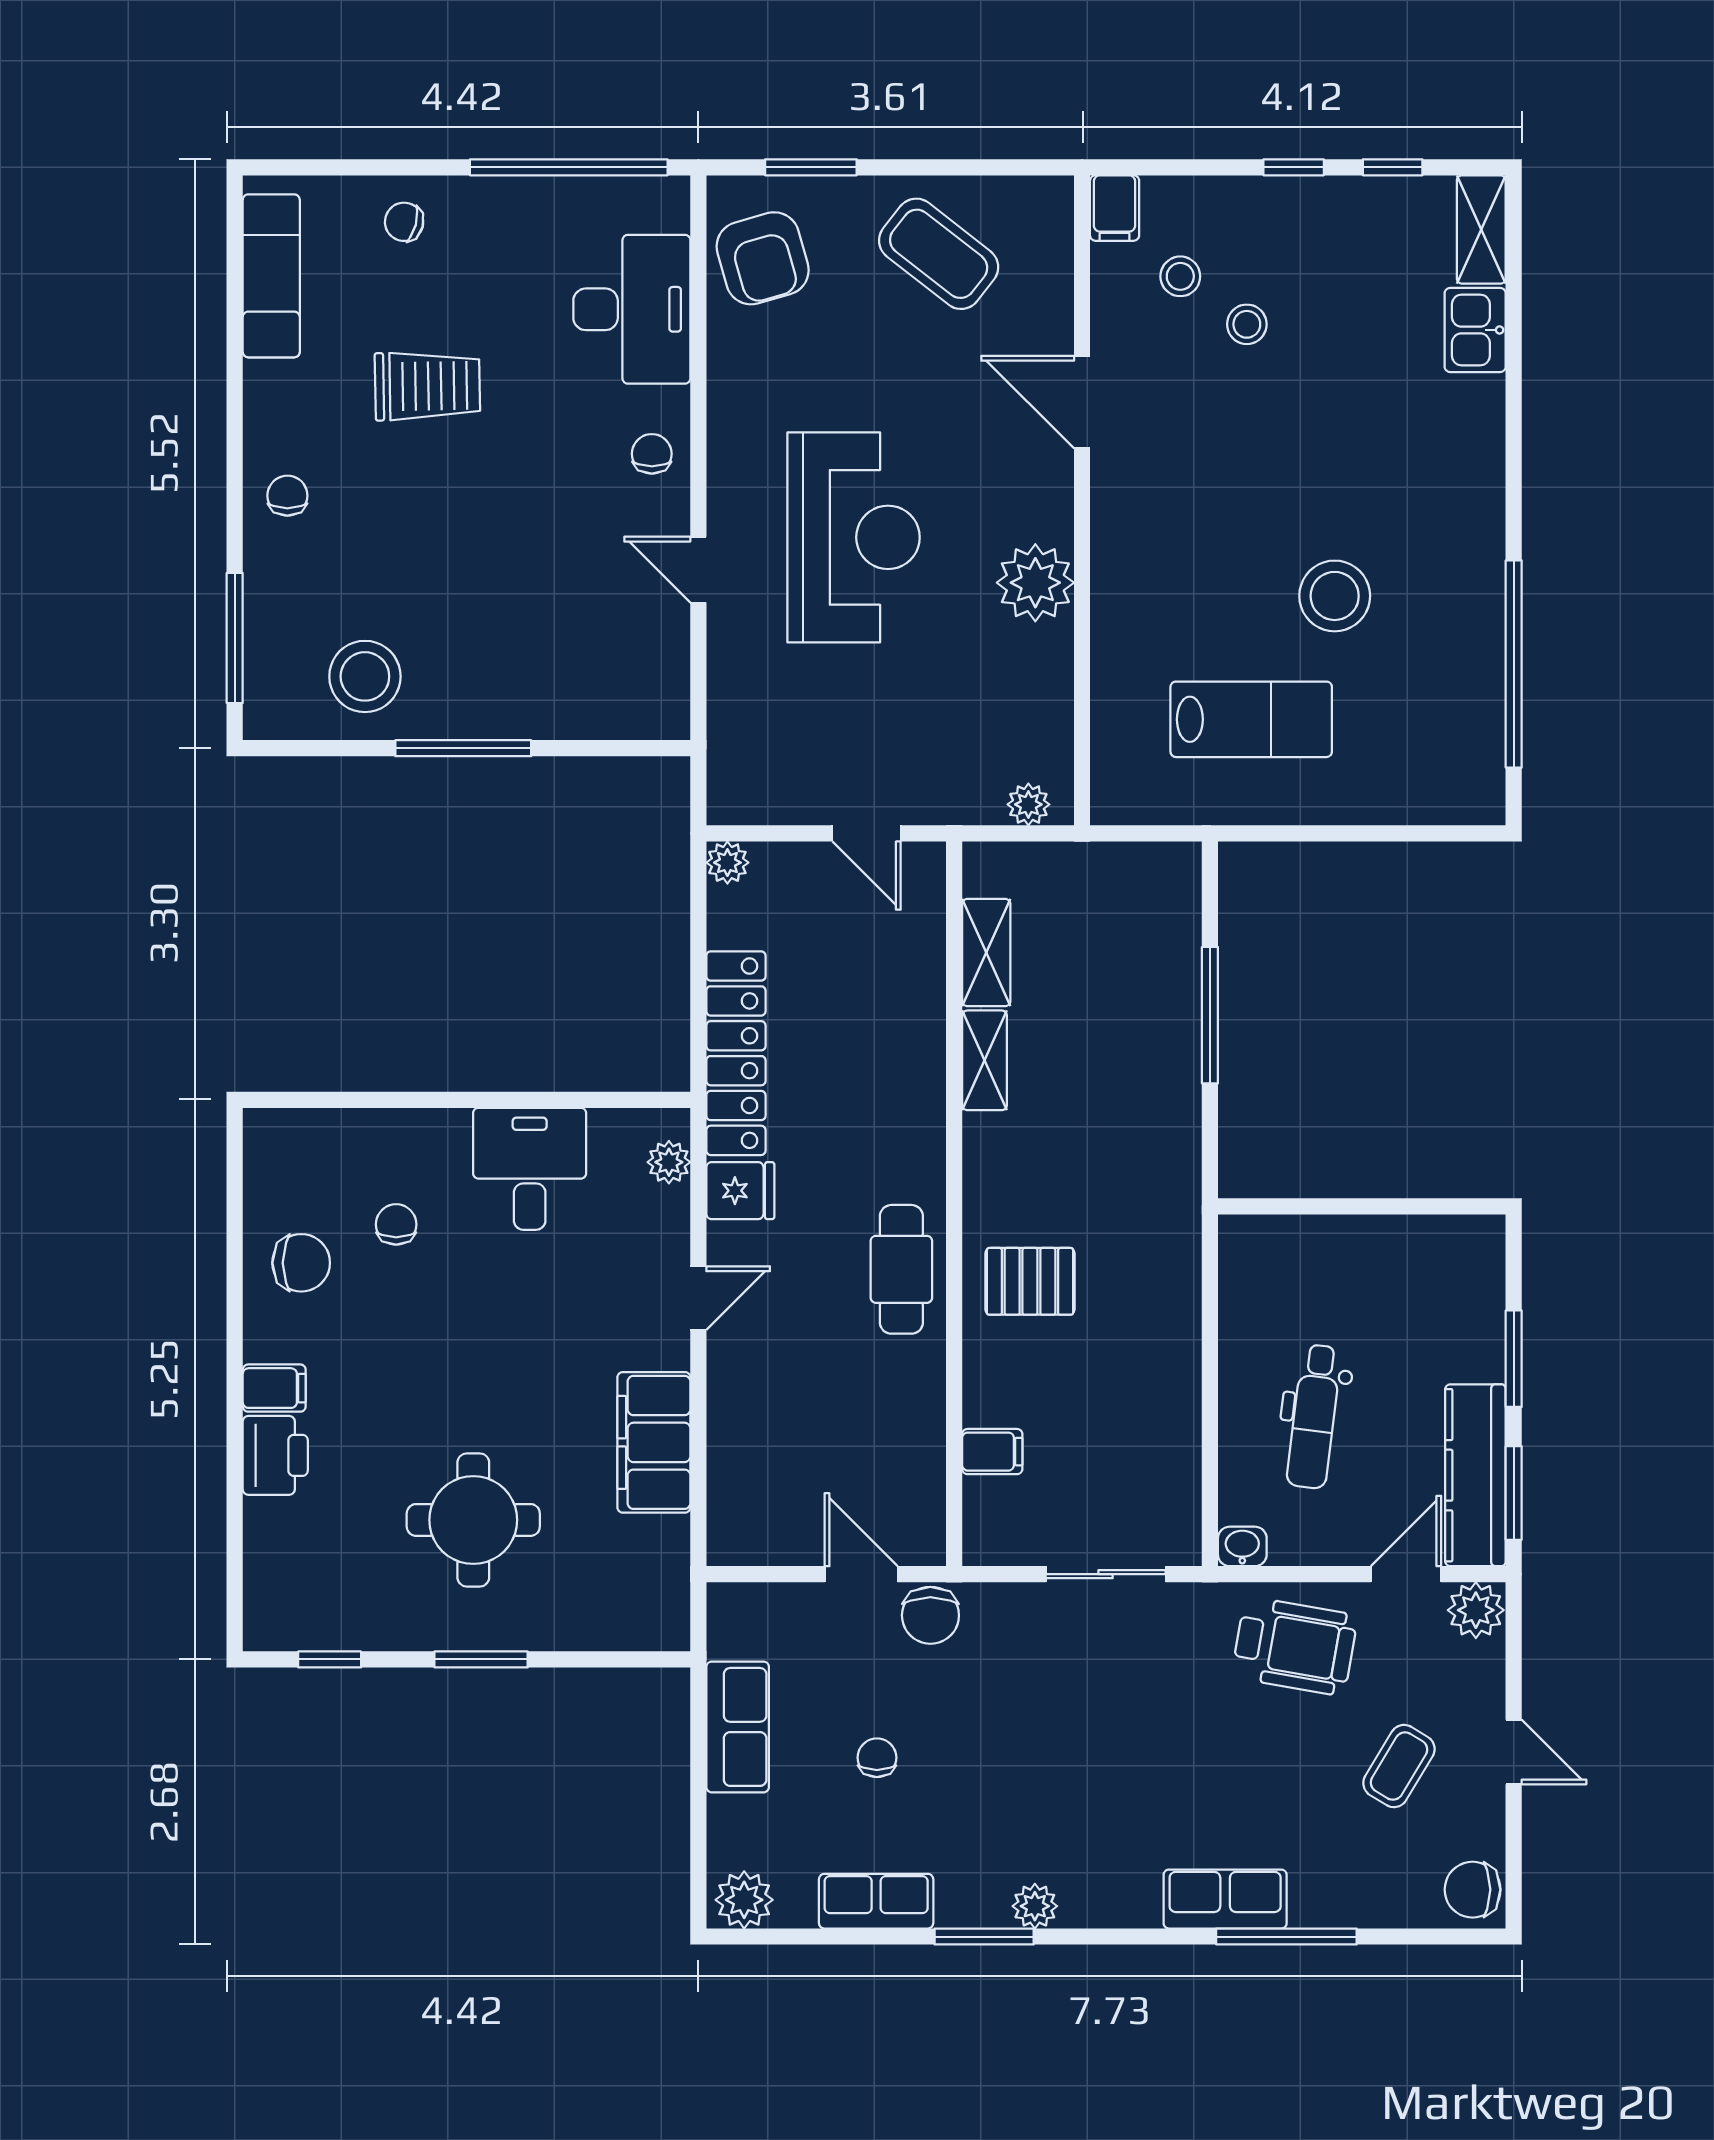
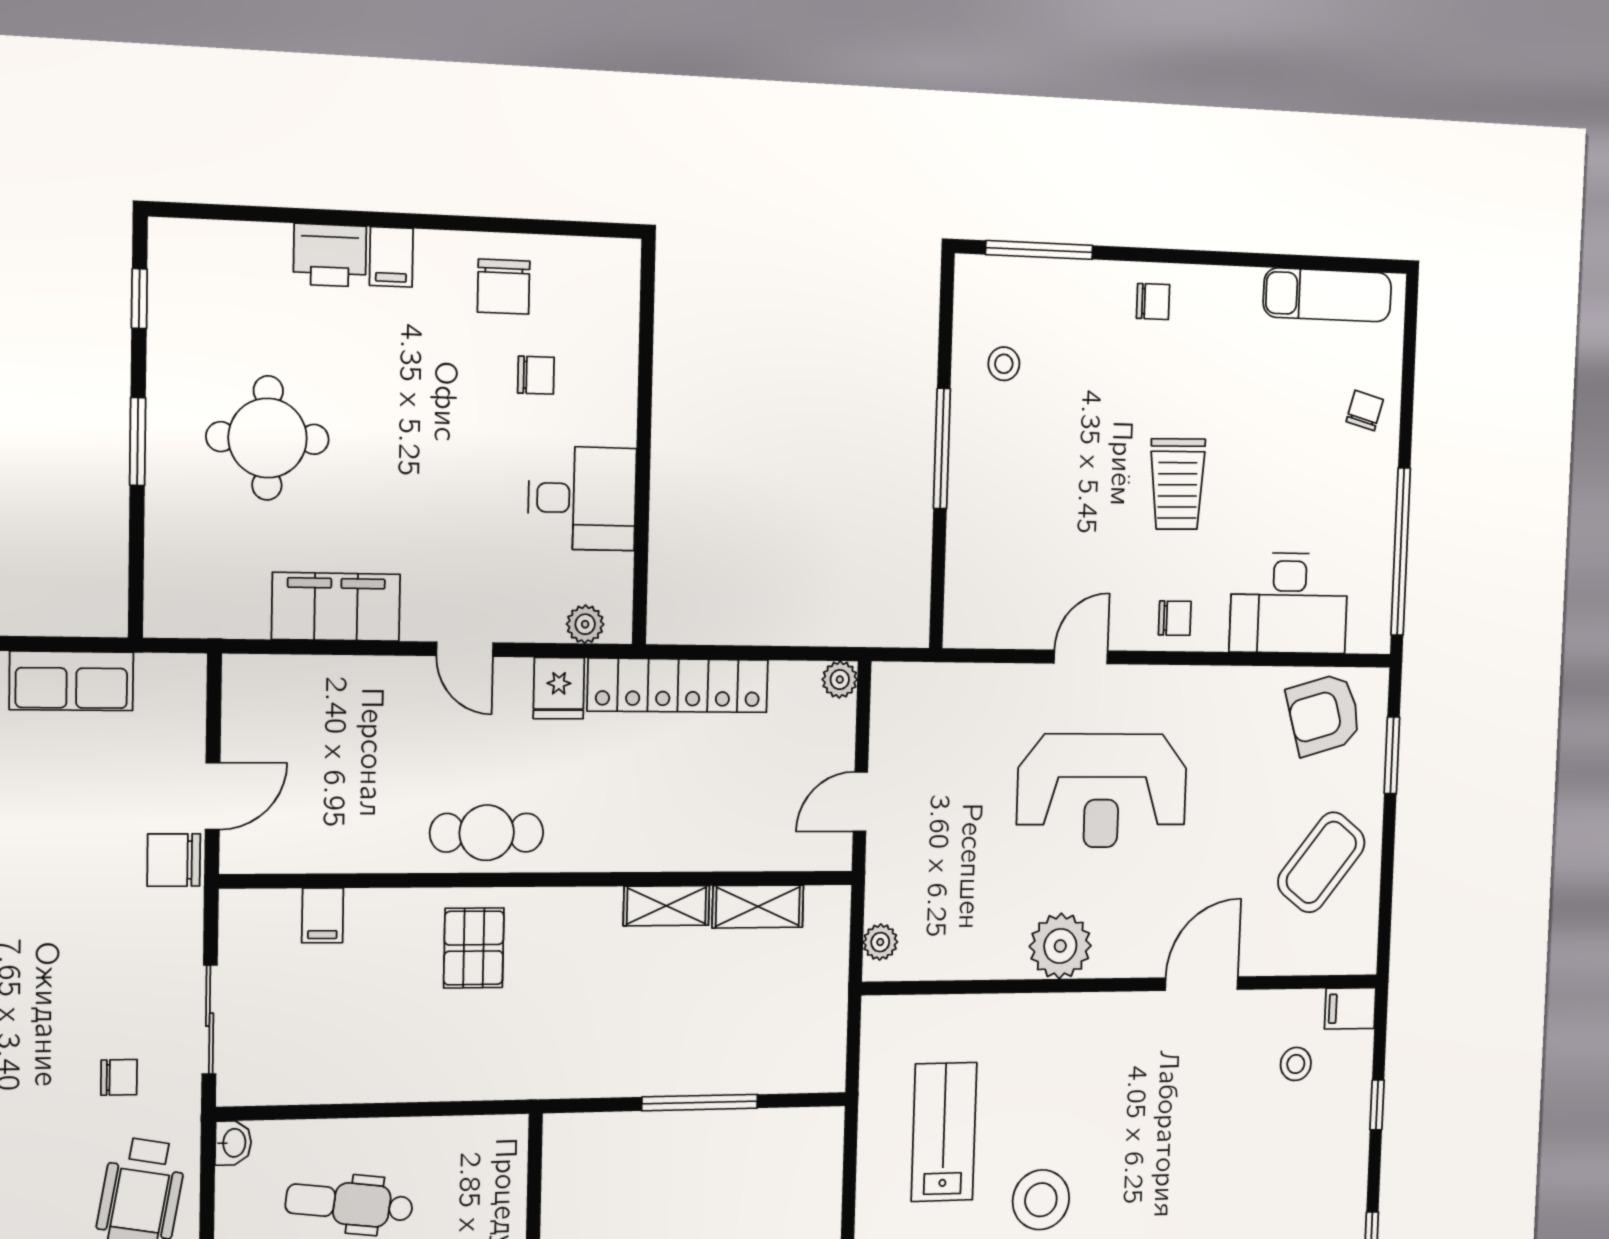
window: (1294, 167) -> (1377, 1105), moved
stool: (1247, 324) -> (1257, 1120), removed
trolley: (427, 386) -> (1177, 484), moved
stool: (365, 676) -> (1004, 364), width x0.53, depth x0.53
lab bench: (1251, 719) -> (944, 1132), turned 180
chair: (877, 1758) -> (119, 1077), moved

